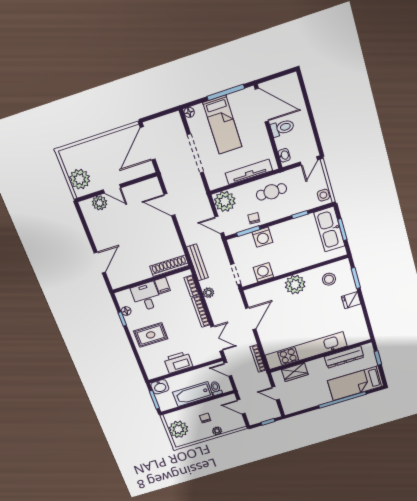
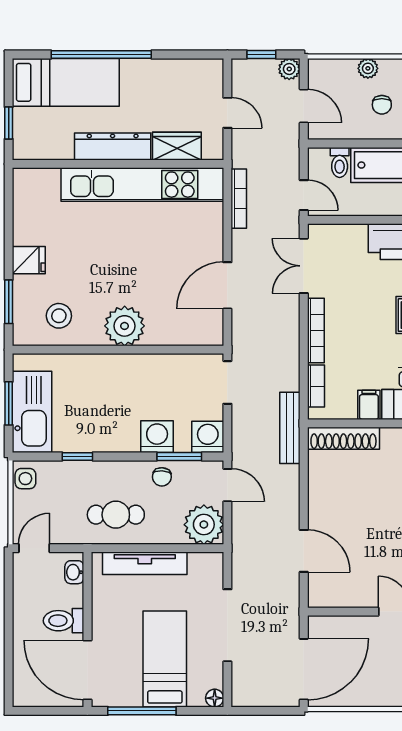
washing machine: (263, 272) -> (208, 437), moved, turned 180
plant: (208, 293) -> (289, 69), moved
dresser: (344, 357) -> (113, 147), moved

